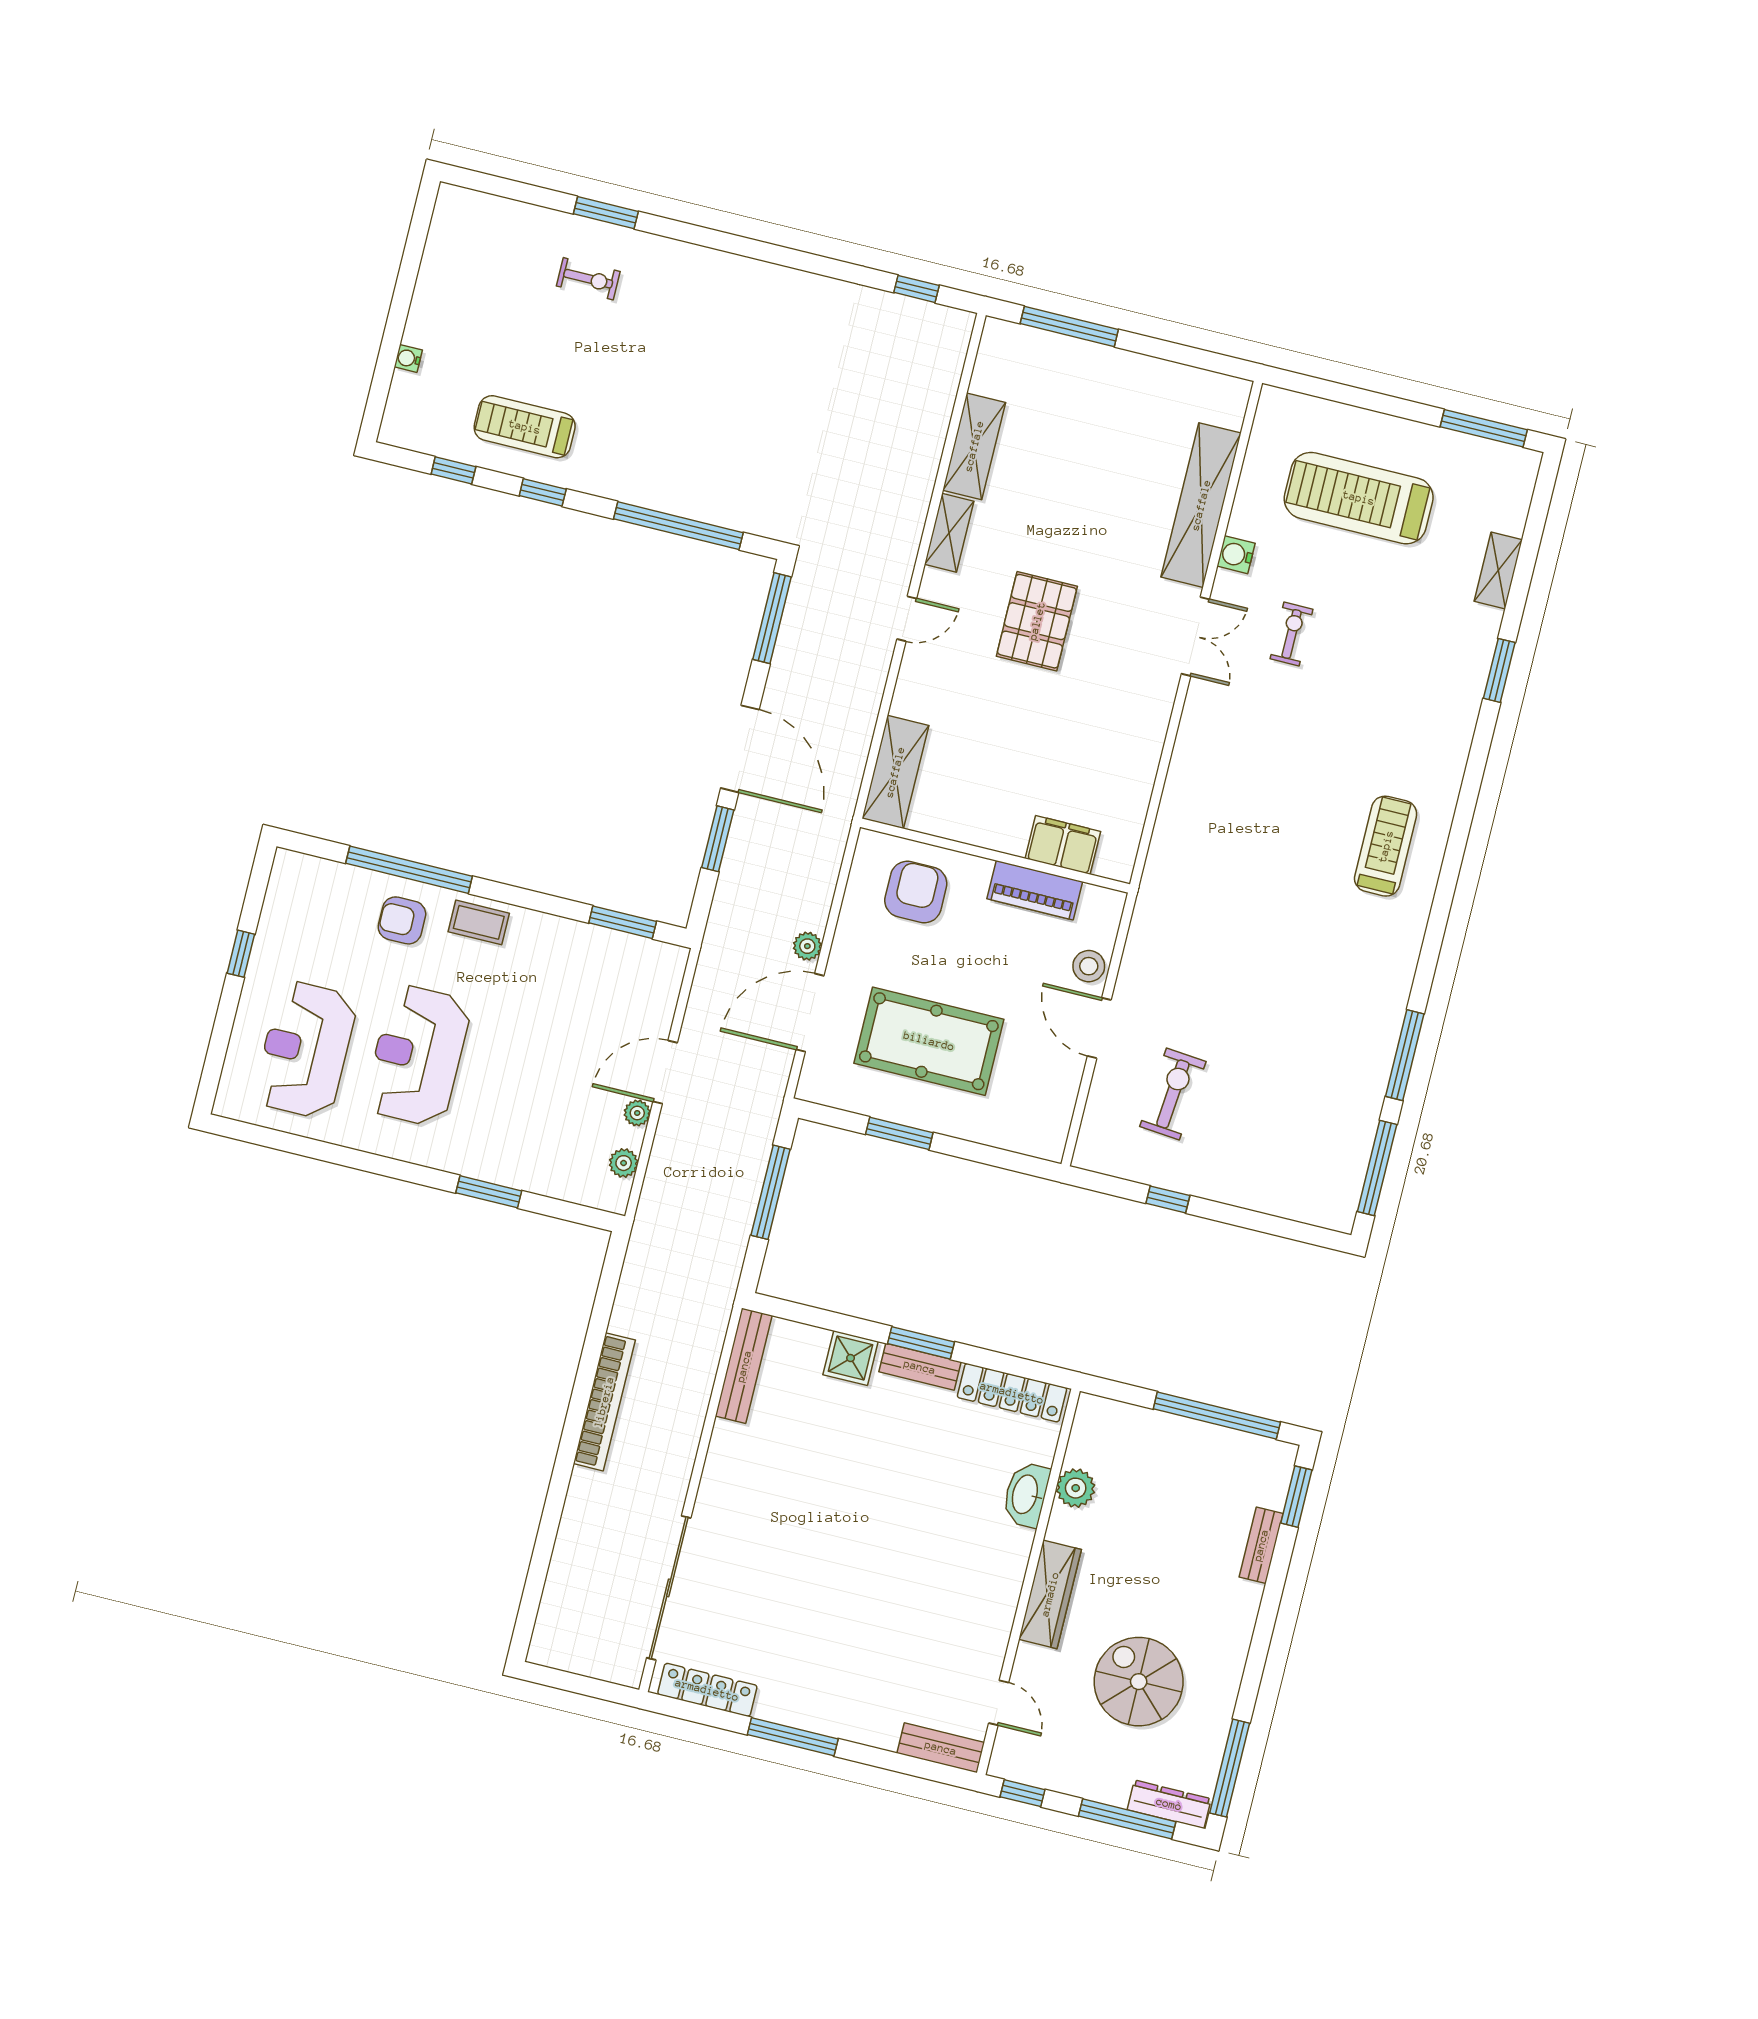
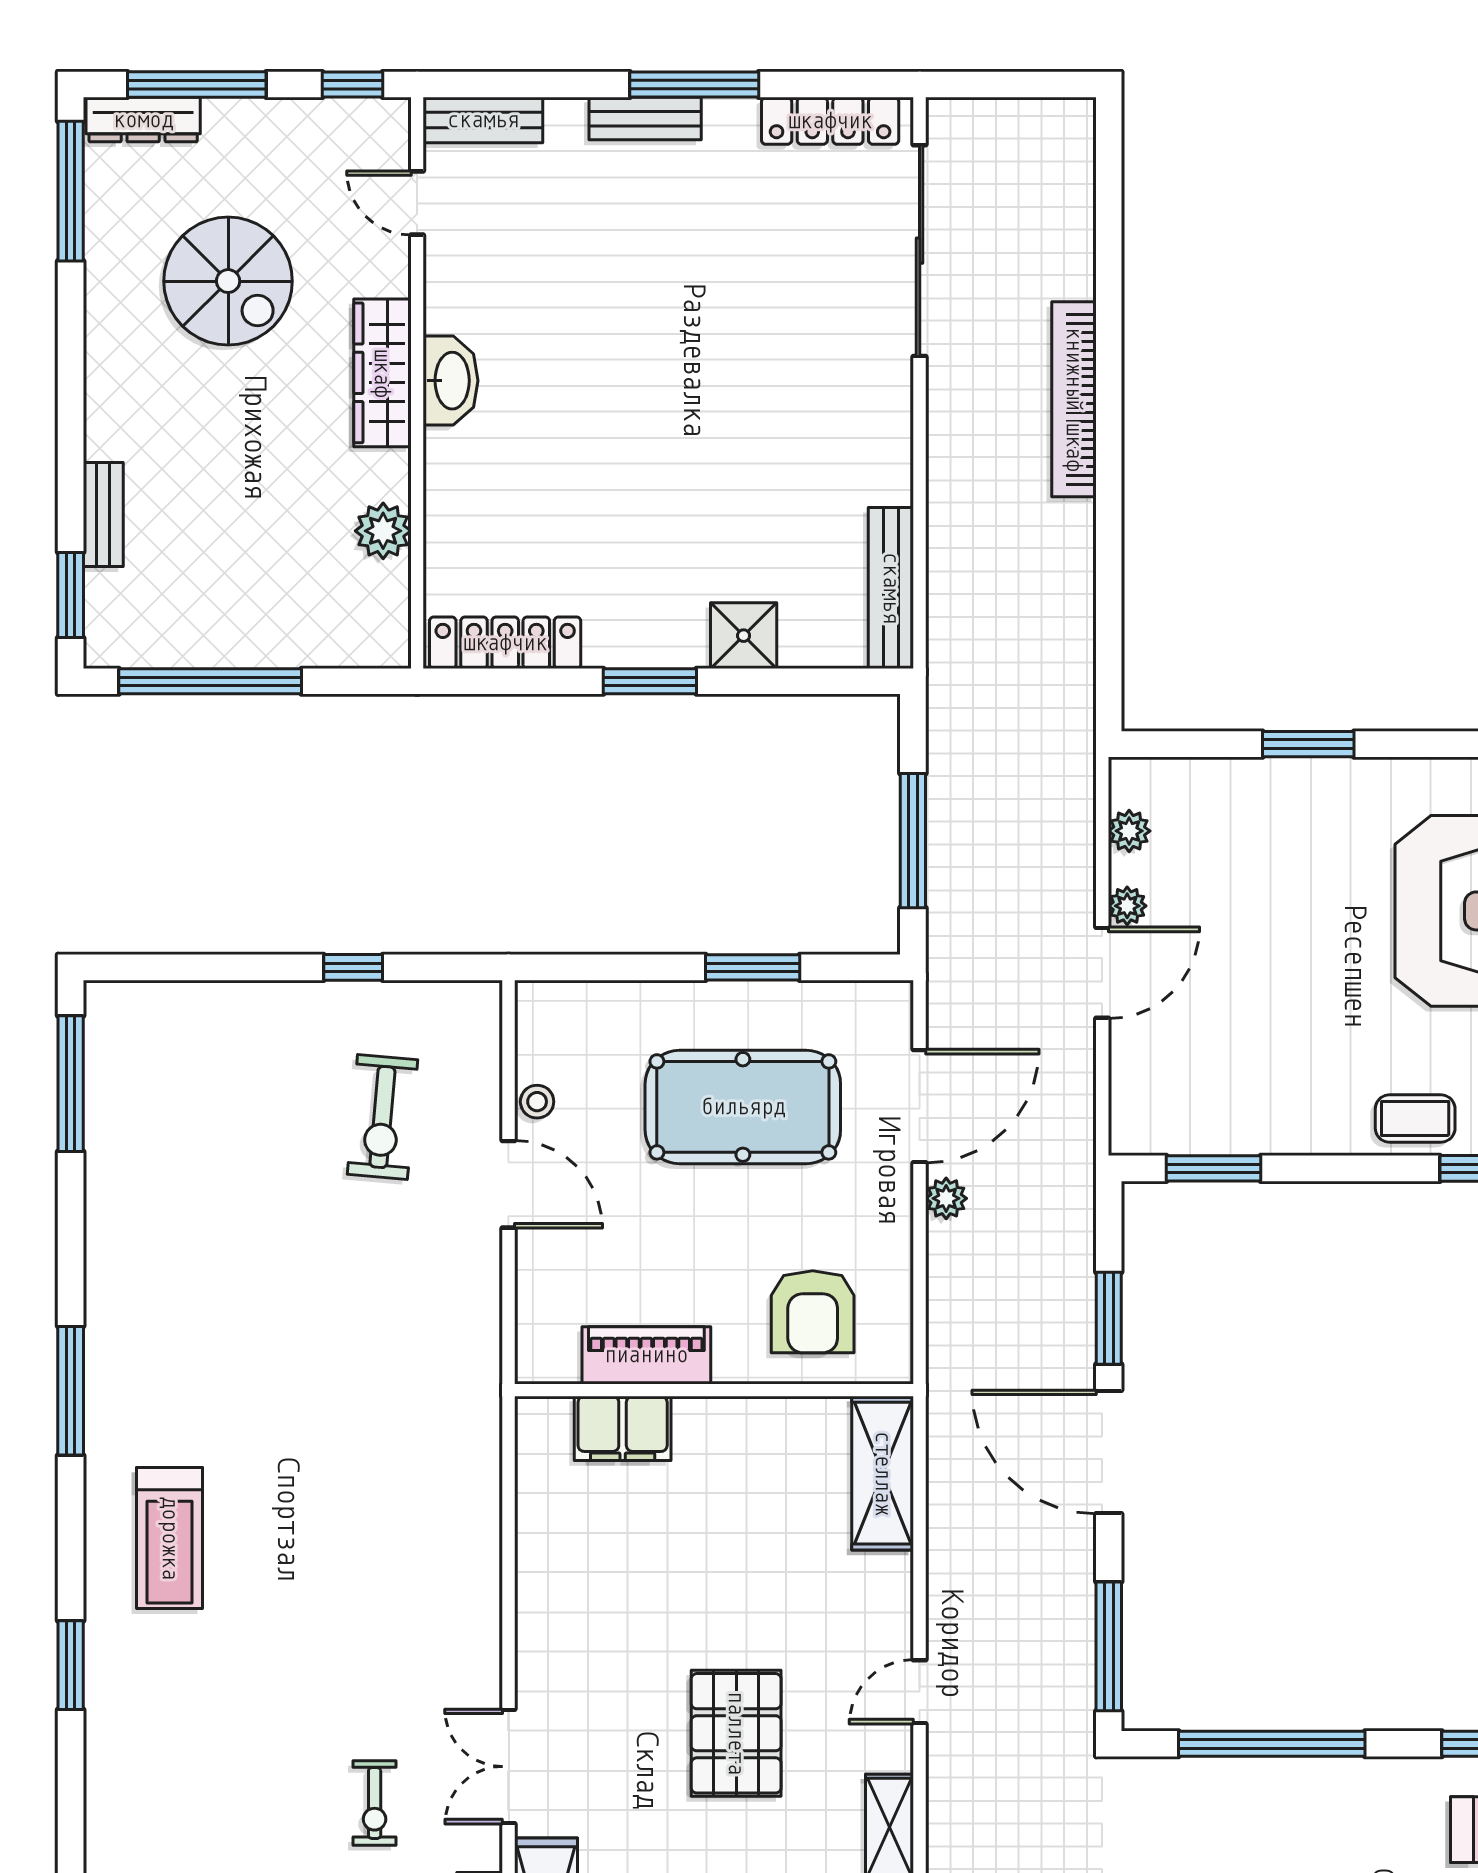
window: (1499, 670) -> (71, 1665), moved
stool: (1089, 966) -> (537, 1102), moved, width x0.73, depth x0.73
window: (1405, 1055) -> (71, 1391), moved
bench: (920, 1367) -> (645, 119), moved
bookcase: (604, 1402) -> (1074, 399), moved
washbasin: (1026, 1495) -> (451, 381), moved

